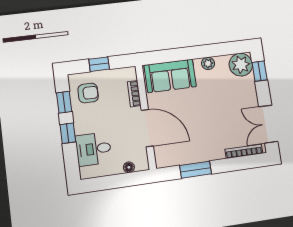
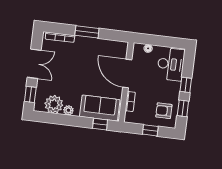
window: (164, 56) -> (100, 124), added
plant: (241, 65) -> (54, 104), moved
double door: (268, 124) -> (34, 64), moved
desk: (93, 149) -> (171, 64), width x1.37
window: (196, 170) -> (87, 32), moved

